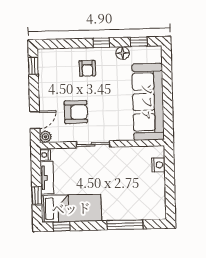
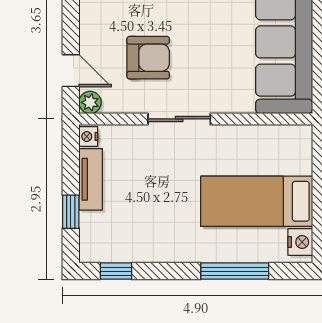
door: (35, 120) -> (71, 71), hinge flipped
nightstand: (158, 165) -> (300, 242), moved
bed: (71, 208) -> (257, 201), moved, turned 180

